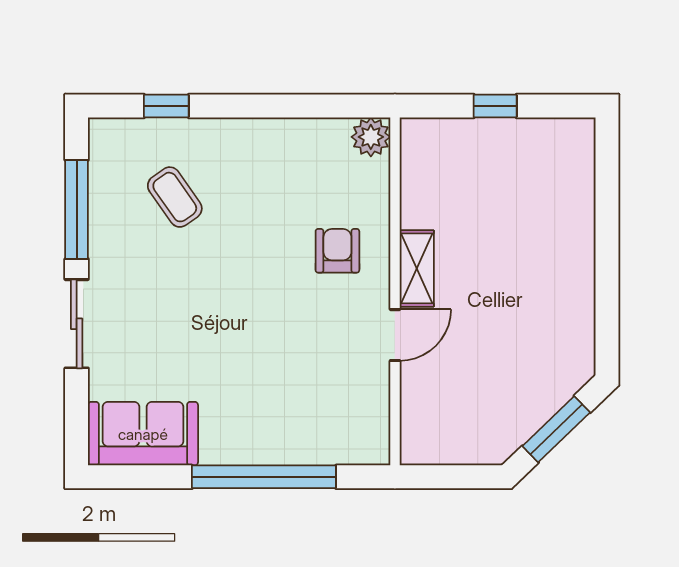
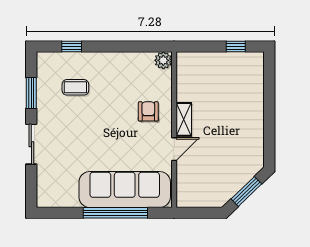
window: (495, 106) -> (236, 46), moved
coffee table: (175, 197) -> (75, 87), turned -55
window: (77, 209) -> (31, 93), width x0.69
sofa: (143, 434) -> (125, 190), moved, width x1.85, depth x1.27

